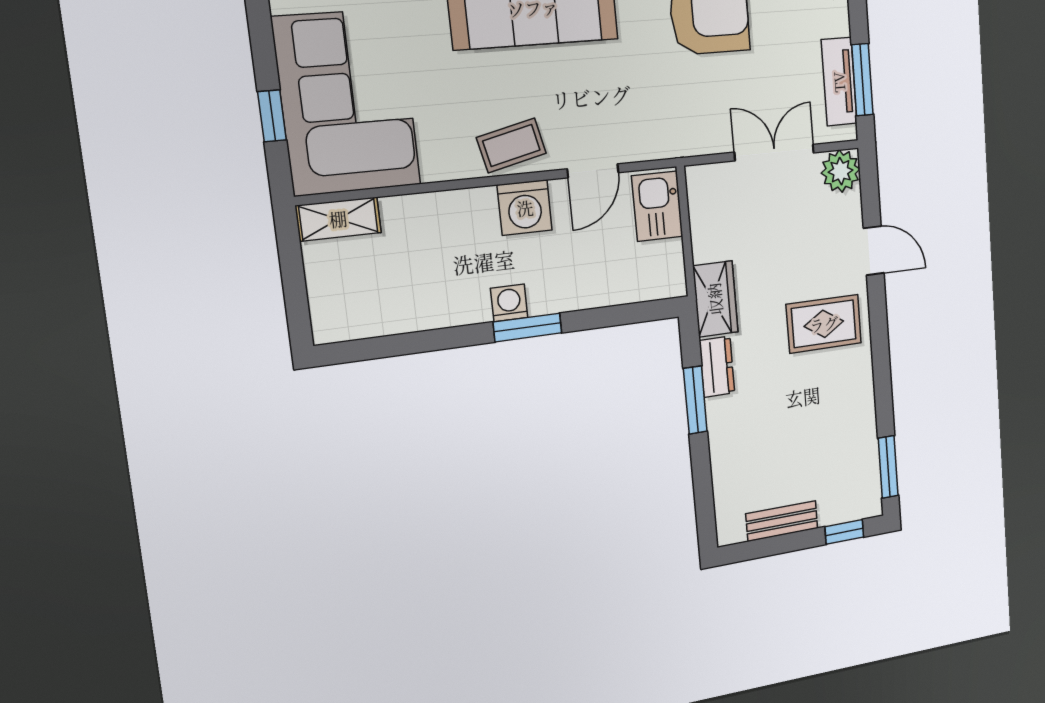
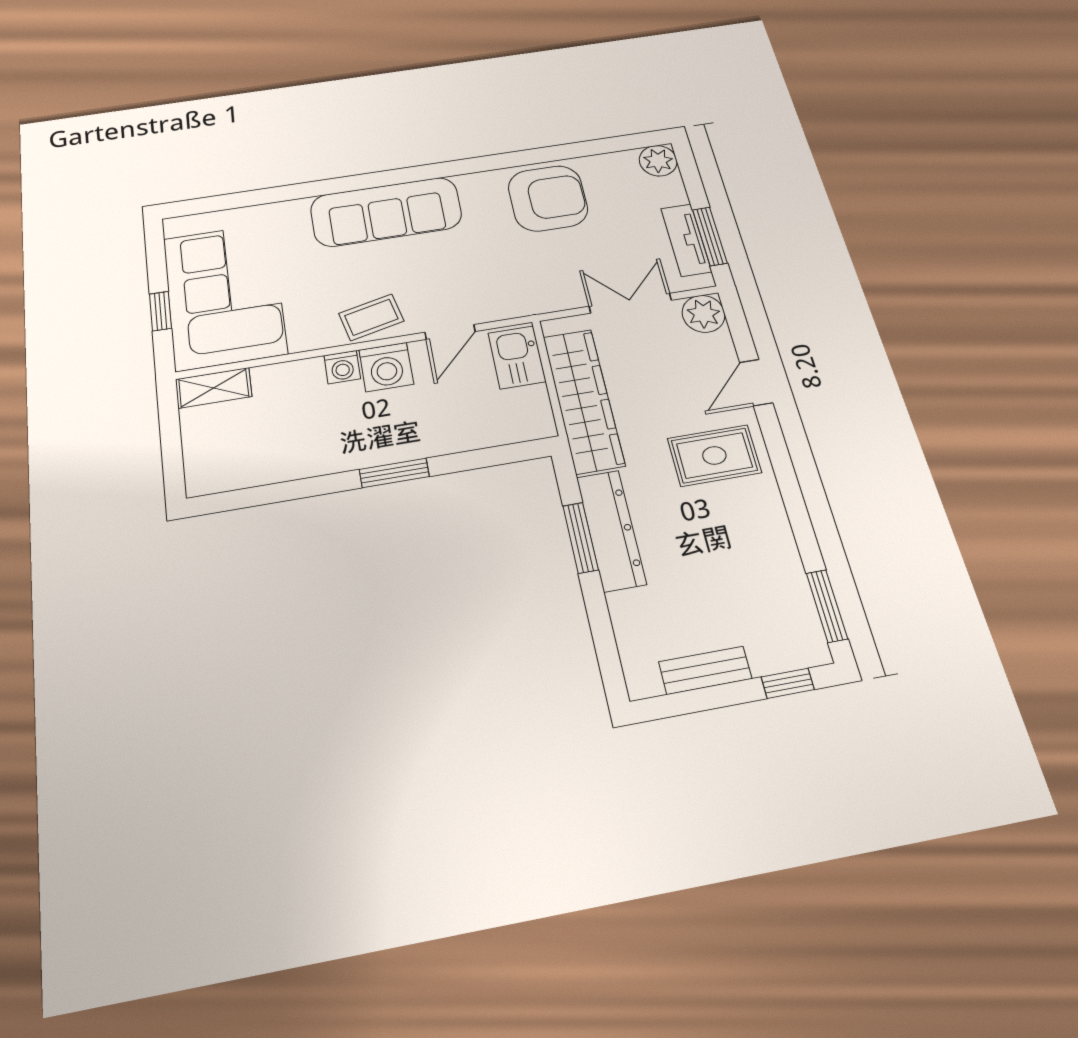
door: (874, 251) -> (756, 383), swing flipped
wardrobe: (715, 299) -> (583, 400), width x2.10, depth x1.17
washing machine: (509, 303) -> (342, 367), moved, turned 180
dresser: (717, 367) -> (611, 530), width x1.96, depth x1.24

